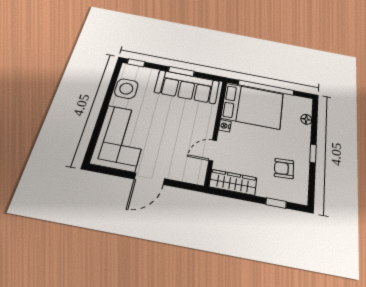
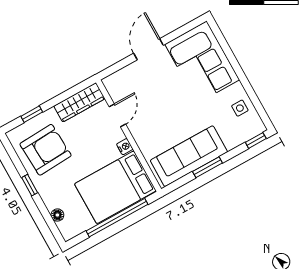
side table: (126, 89) -> (240, 108), width x0.54, depth x0.54
armchair: (284, 168) -> (46, 150), width x1.88, depth x1.88

